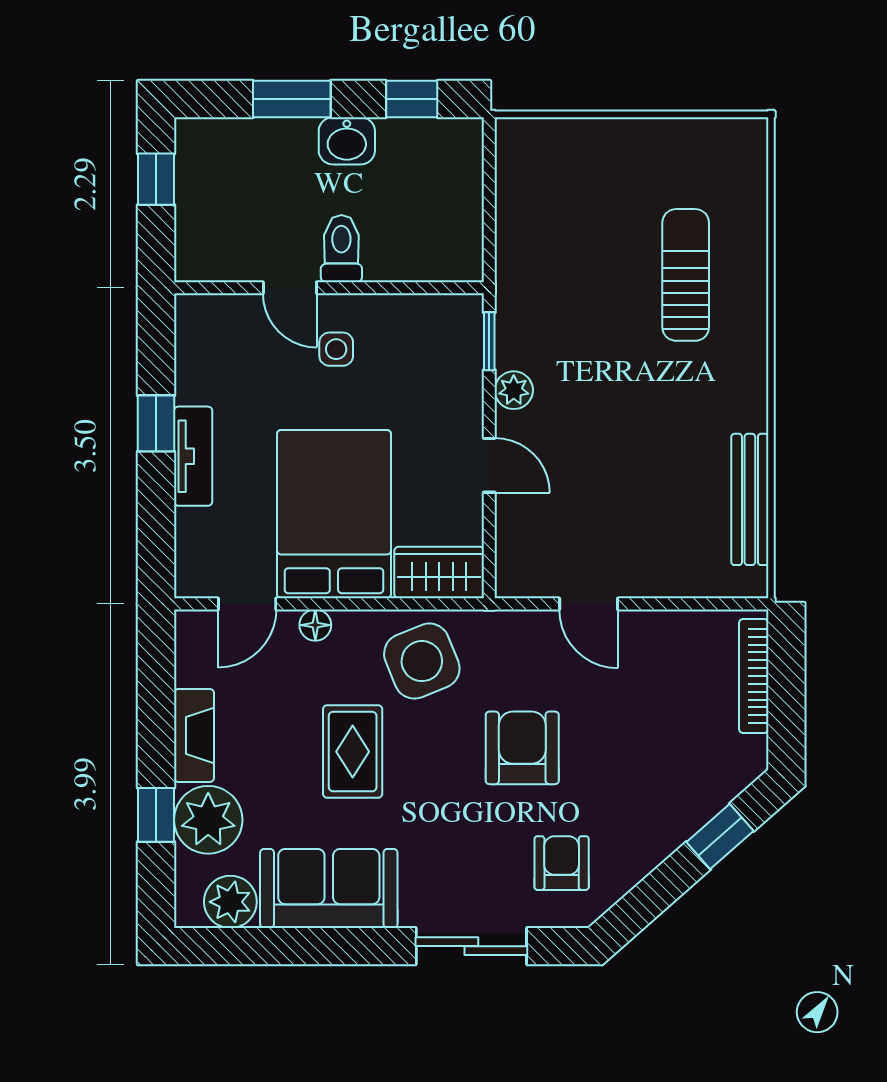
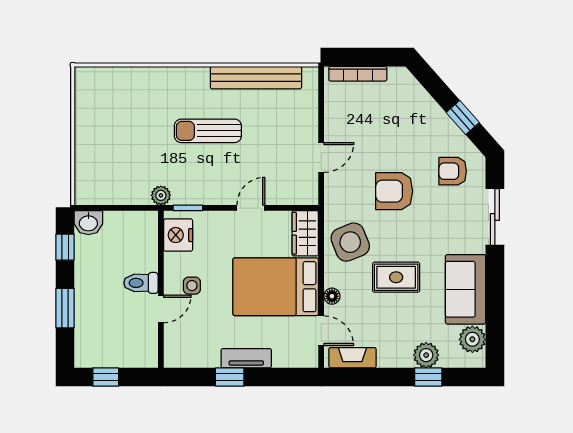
washbasin: (347, 141) -> (88, 223), moved, turned 90
sun lounger: (686, 275) -> (208, 131), moved
nightstand: (436, 322) -> (178, 235), added
plant: (514, 390) -> (161, 195), moved
bench: (750, 499) -> (256, 78), width x1.37, depth x1.21
fireplace: (194, 736) -> (352, 358), moved
plant: (208, 820) -> (426, 355), width x0.73, depth x0.73
window: (720, 837) -> (463, 118), moved

